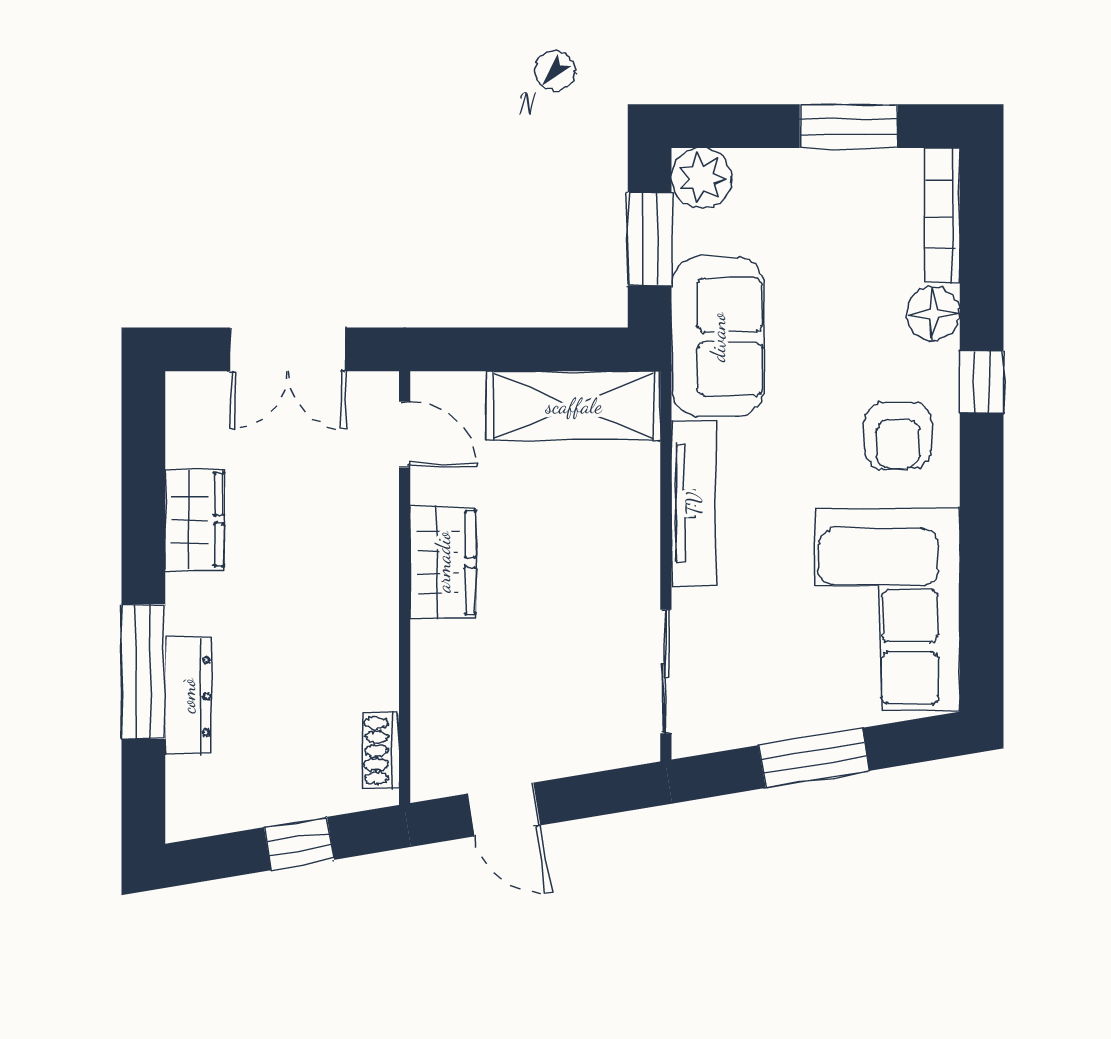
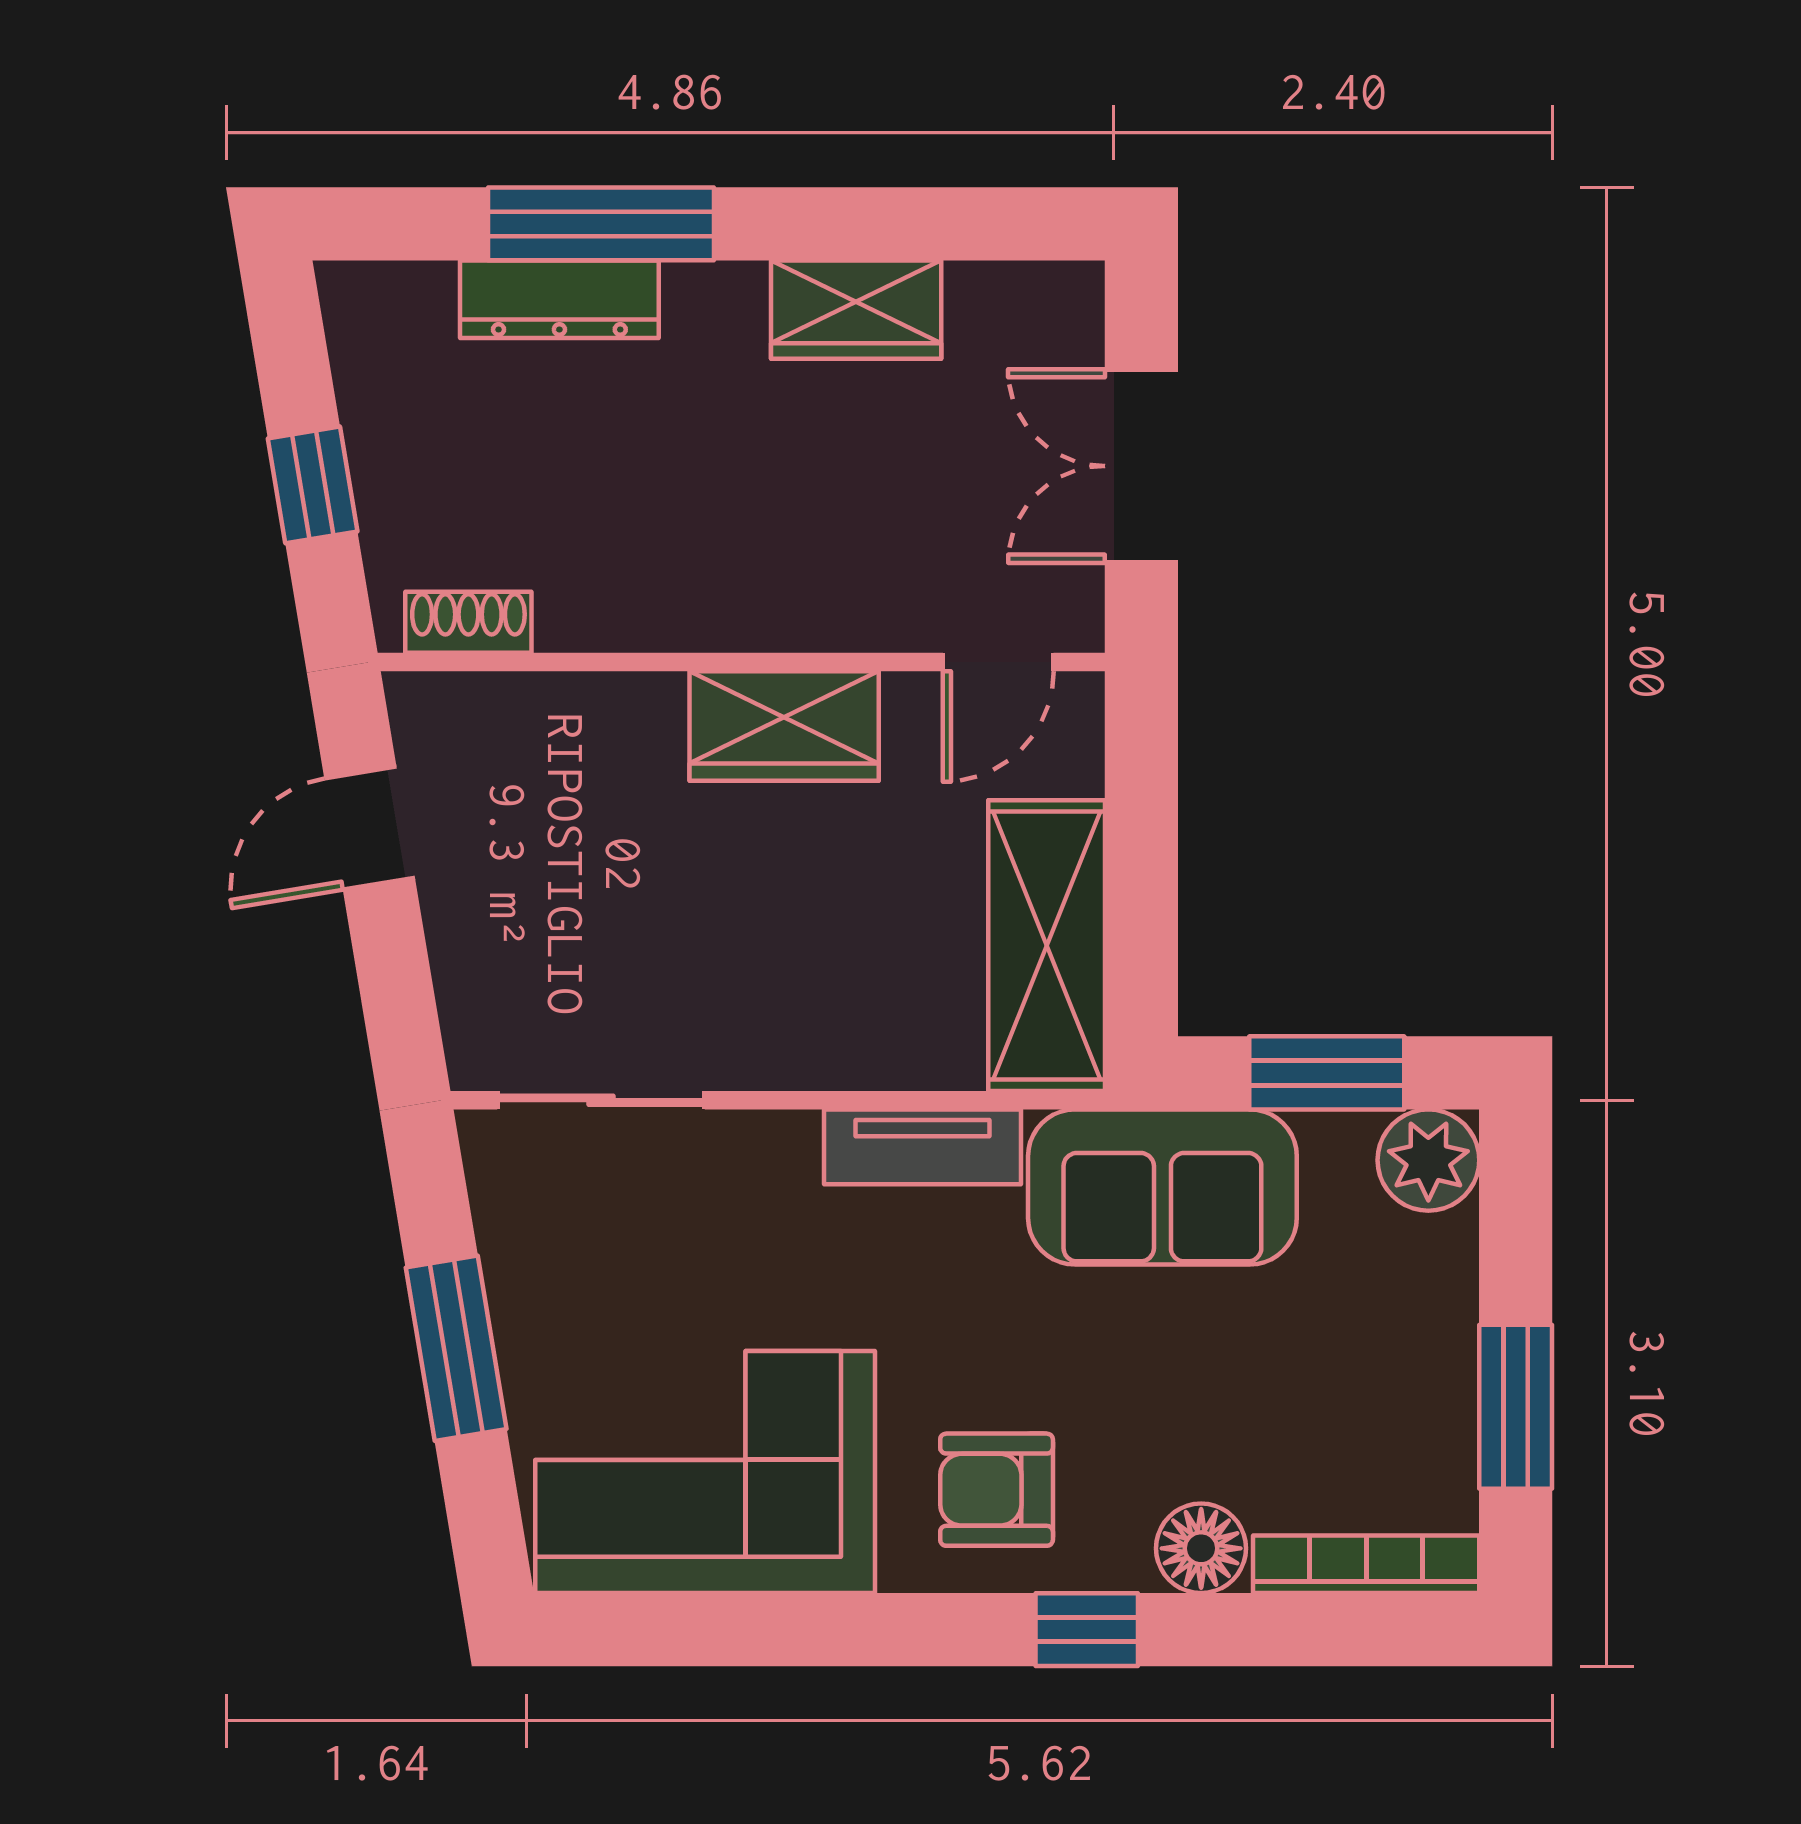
tv unit: (694, 504) -> (923, 1147), width x0.71

